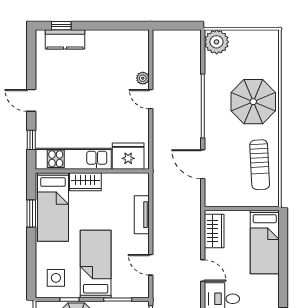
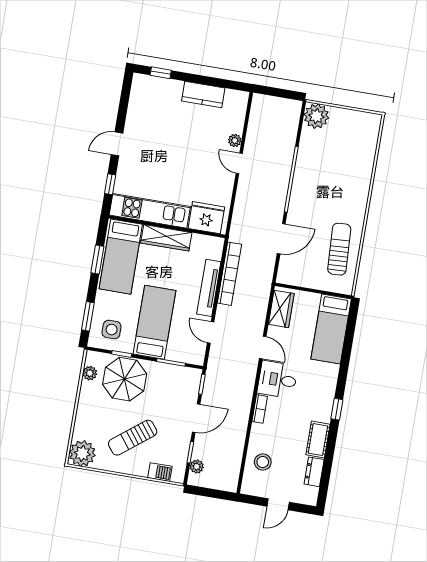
kitchen counter: (65, 39) -> (203, 94), moved
door: (31, 100) -> (117, 144), hinge flipped
parasol: (253, 102) -> (344, 184), removed
door: (203, 164) -> (281, 239), swing flipped
sun lounger: (260, 165) -> (339, 249), turned 180
wardrobe: (85, 182) -> (166, 238), width x1.50
bookcase: (159, 206) -> (229, 274), added
tv unit: (142, 215) -> (209, 288), width x1.41
window: (31, 269) -> (88, 316), added

